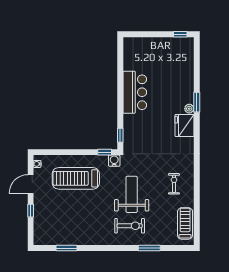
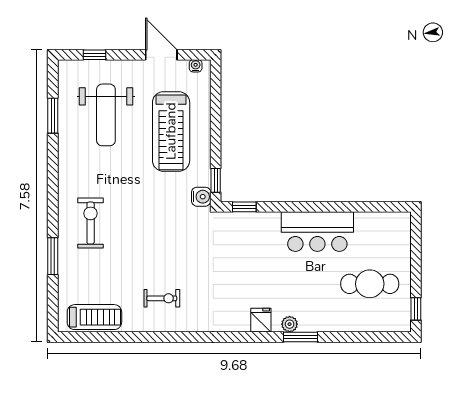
cafe table: (165, 61) -> (370, 284), added
fridge: (184, 125) -> (261, 320), width x0.53, depth x0.75
treadmill: (76, 178) -> (171, 131), turned 180
weight bench: (132, 194) -> (106, 115), moved, turned 90
window: (31, 211) -> (95, 55), moved
exercise bike: (130, 226) -> (91, 223), turned 180

